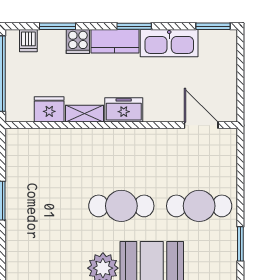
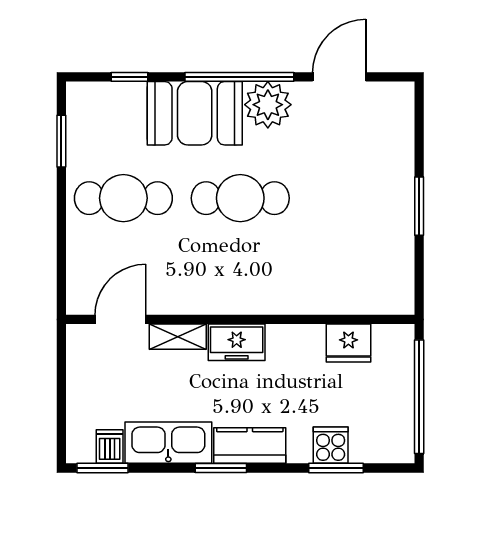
dishwasher: (28, 41) -> (110, 446), moved
cooker: (78, 41) -> (331, 445), moved
shelving: (84, 114) -> (178, 337), moved
door: (201, 125) -> (120, 319), swing flipped

